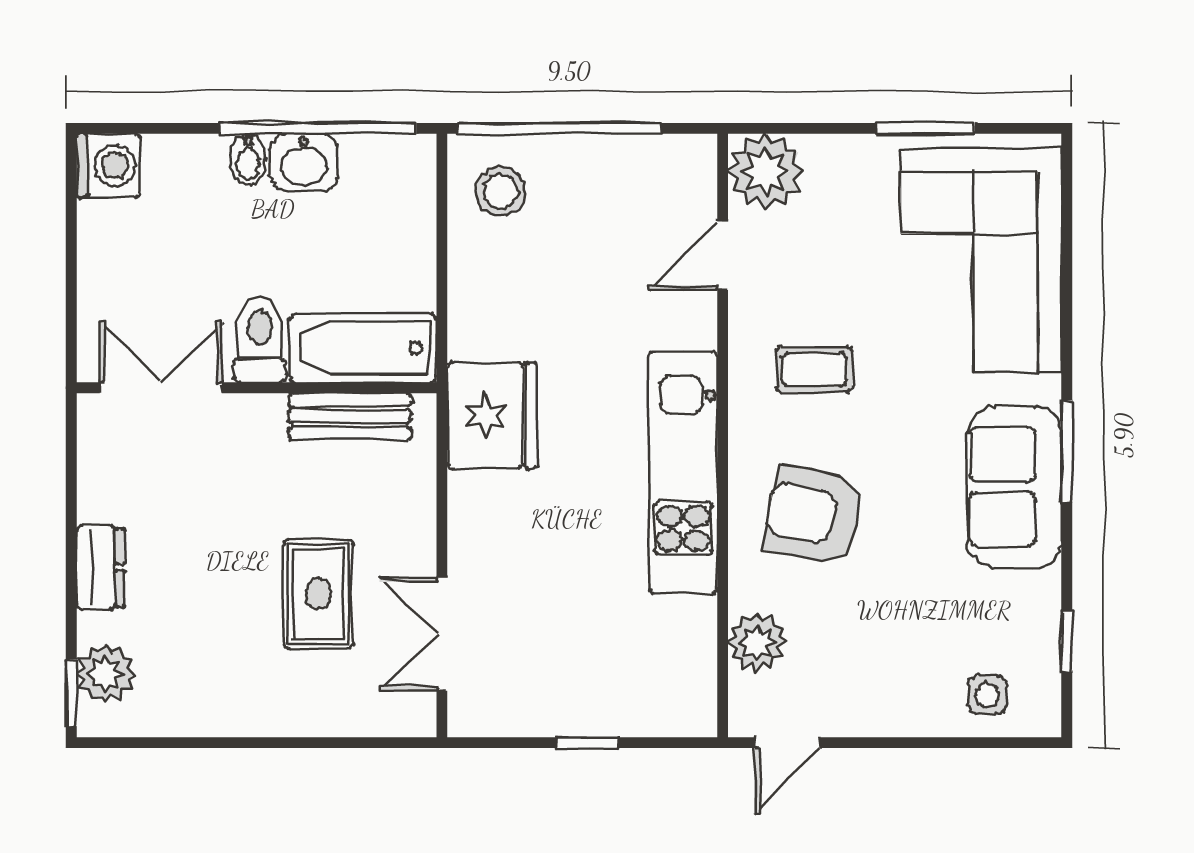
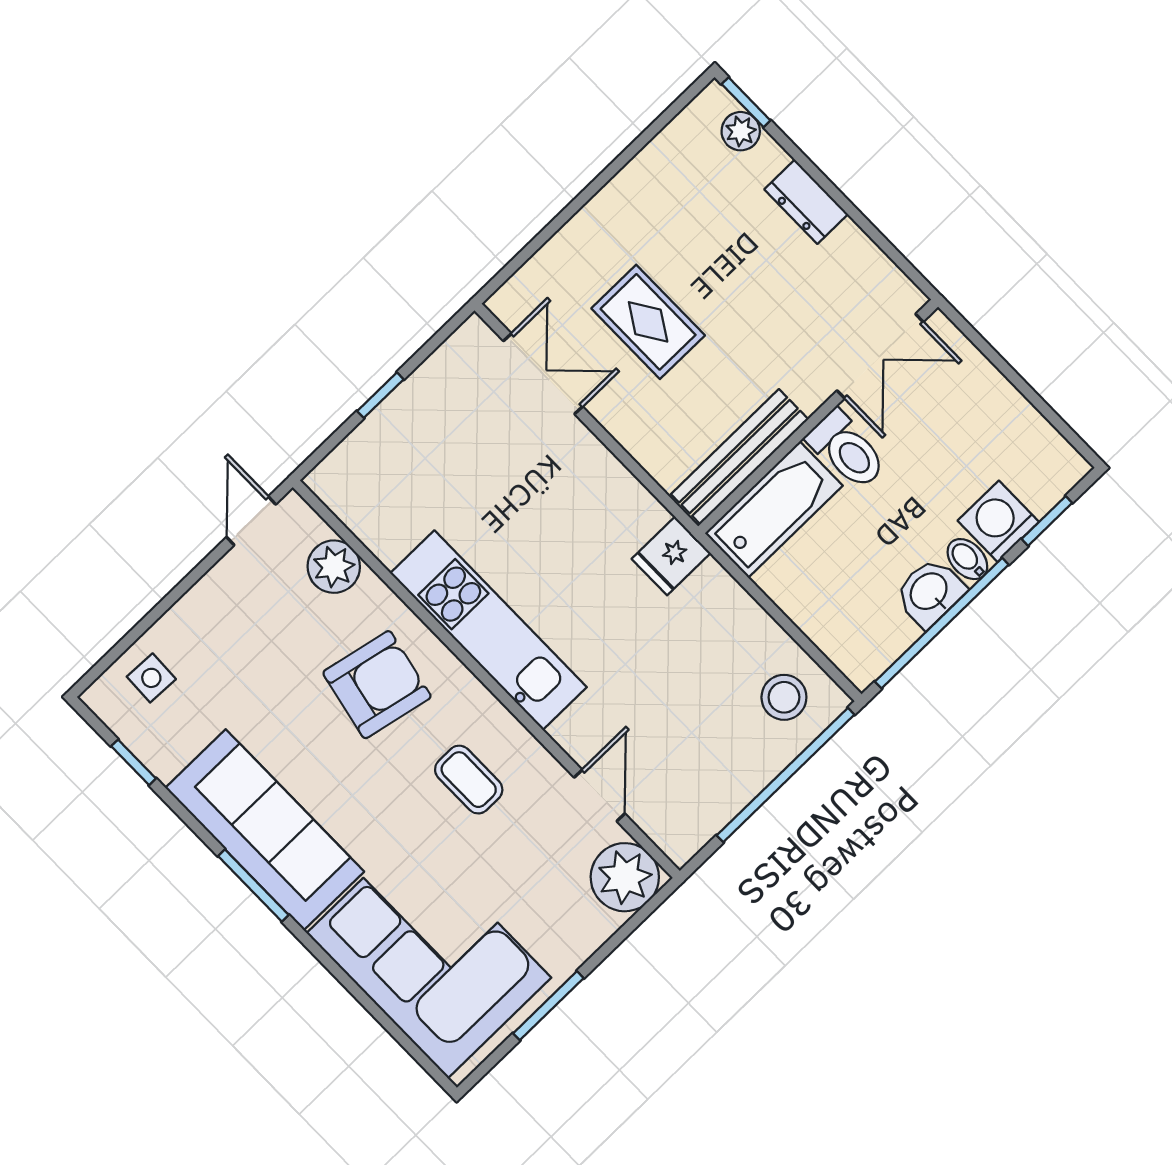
window: (156, 128) -> (1047, 521), added
washing machine: (108, 166) -> (998, 521), moved, turned 90
coffee table: (814, 369) -> (469, 780), turned 90
bench: (350, 416) -> (740, 457), width x1.36
fridge: (492, 416) -> (671, 556), width x0.53, depth x0.75
sofa: (1015, 487) -> (265, 830), width x1.36
plant: (106, 674) -> (741, 131), width x0.73, depth x0.73

